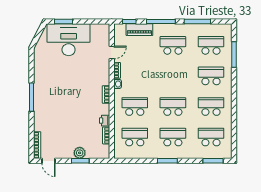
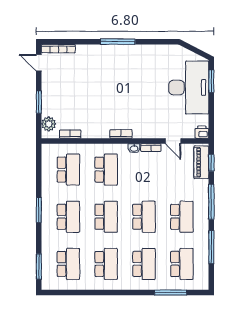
piano: (139, 30) -> (201, 162), moved
school desk: (173, 76) -> (144, 217), added
printer: (105, 121) -> (202, 132), moved
plant: (80, 153) -> (49, 124), moved
door: (48, 161) -> (39, 63), hinge flipped

